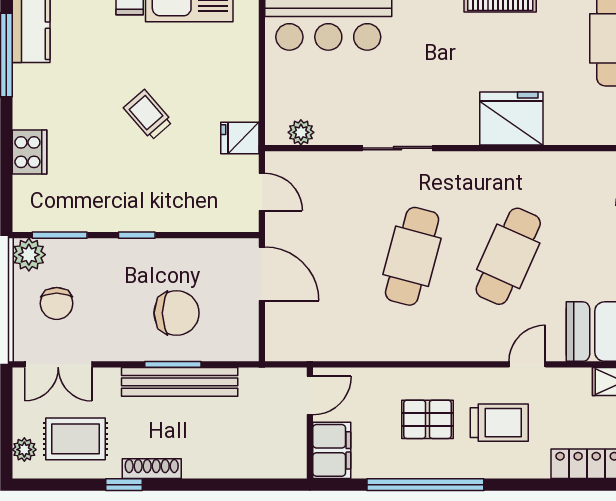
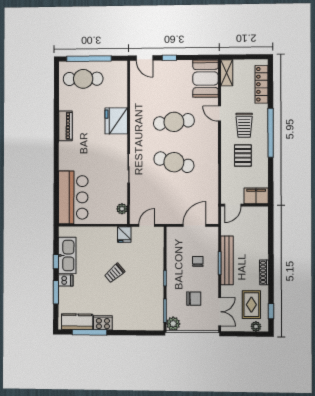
cooker: (30, 152) -> (103, 323), moved
cafe table: (508, 256) -> (174, 122), turned -30
door: (262, 274) -> (194, 225), moved
chair: (57, 303) -> (194, 299), moved
chair: (177, 313) -> (198, 261), width x0.54, depth x0.54
door: (310, 395) -> (233, 205), swing flipped
trolley: (499, 423) -> (244, 125), turned 180
window: (124, 485) -> (271, 311), moved
window: (425, 485) -> (271, 133), moved

